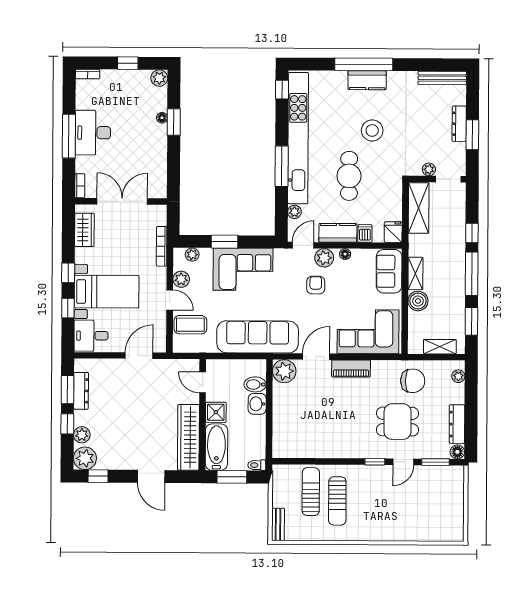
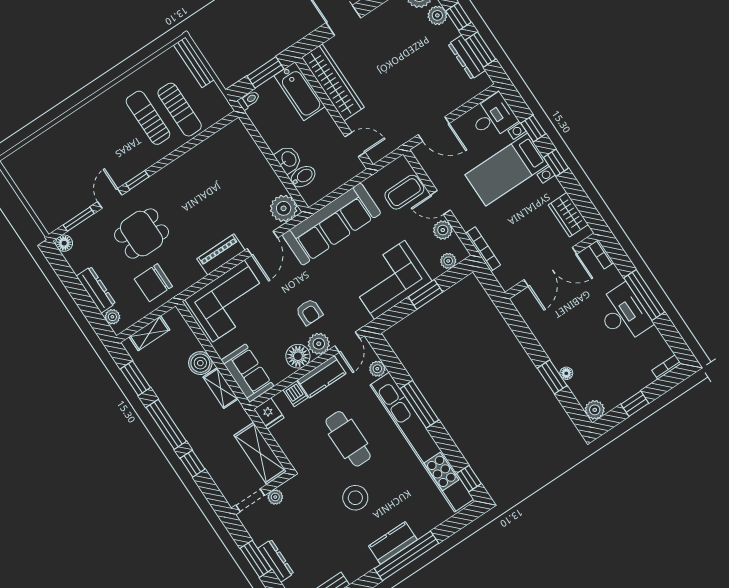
floor lamp: (345, 254) -> (298, 356), width x1.89, depth x1.89
door: (139, 356) -> (434, 129), hinge flipped
shower: (216, 412) -> (323, 124), removed
dresser: (457, 424) -> (96, 290), moved
bench: (278, 524) -> (194, 62), width x1.36

